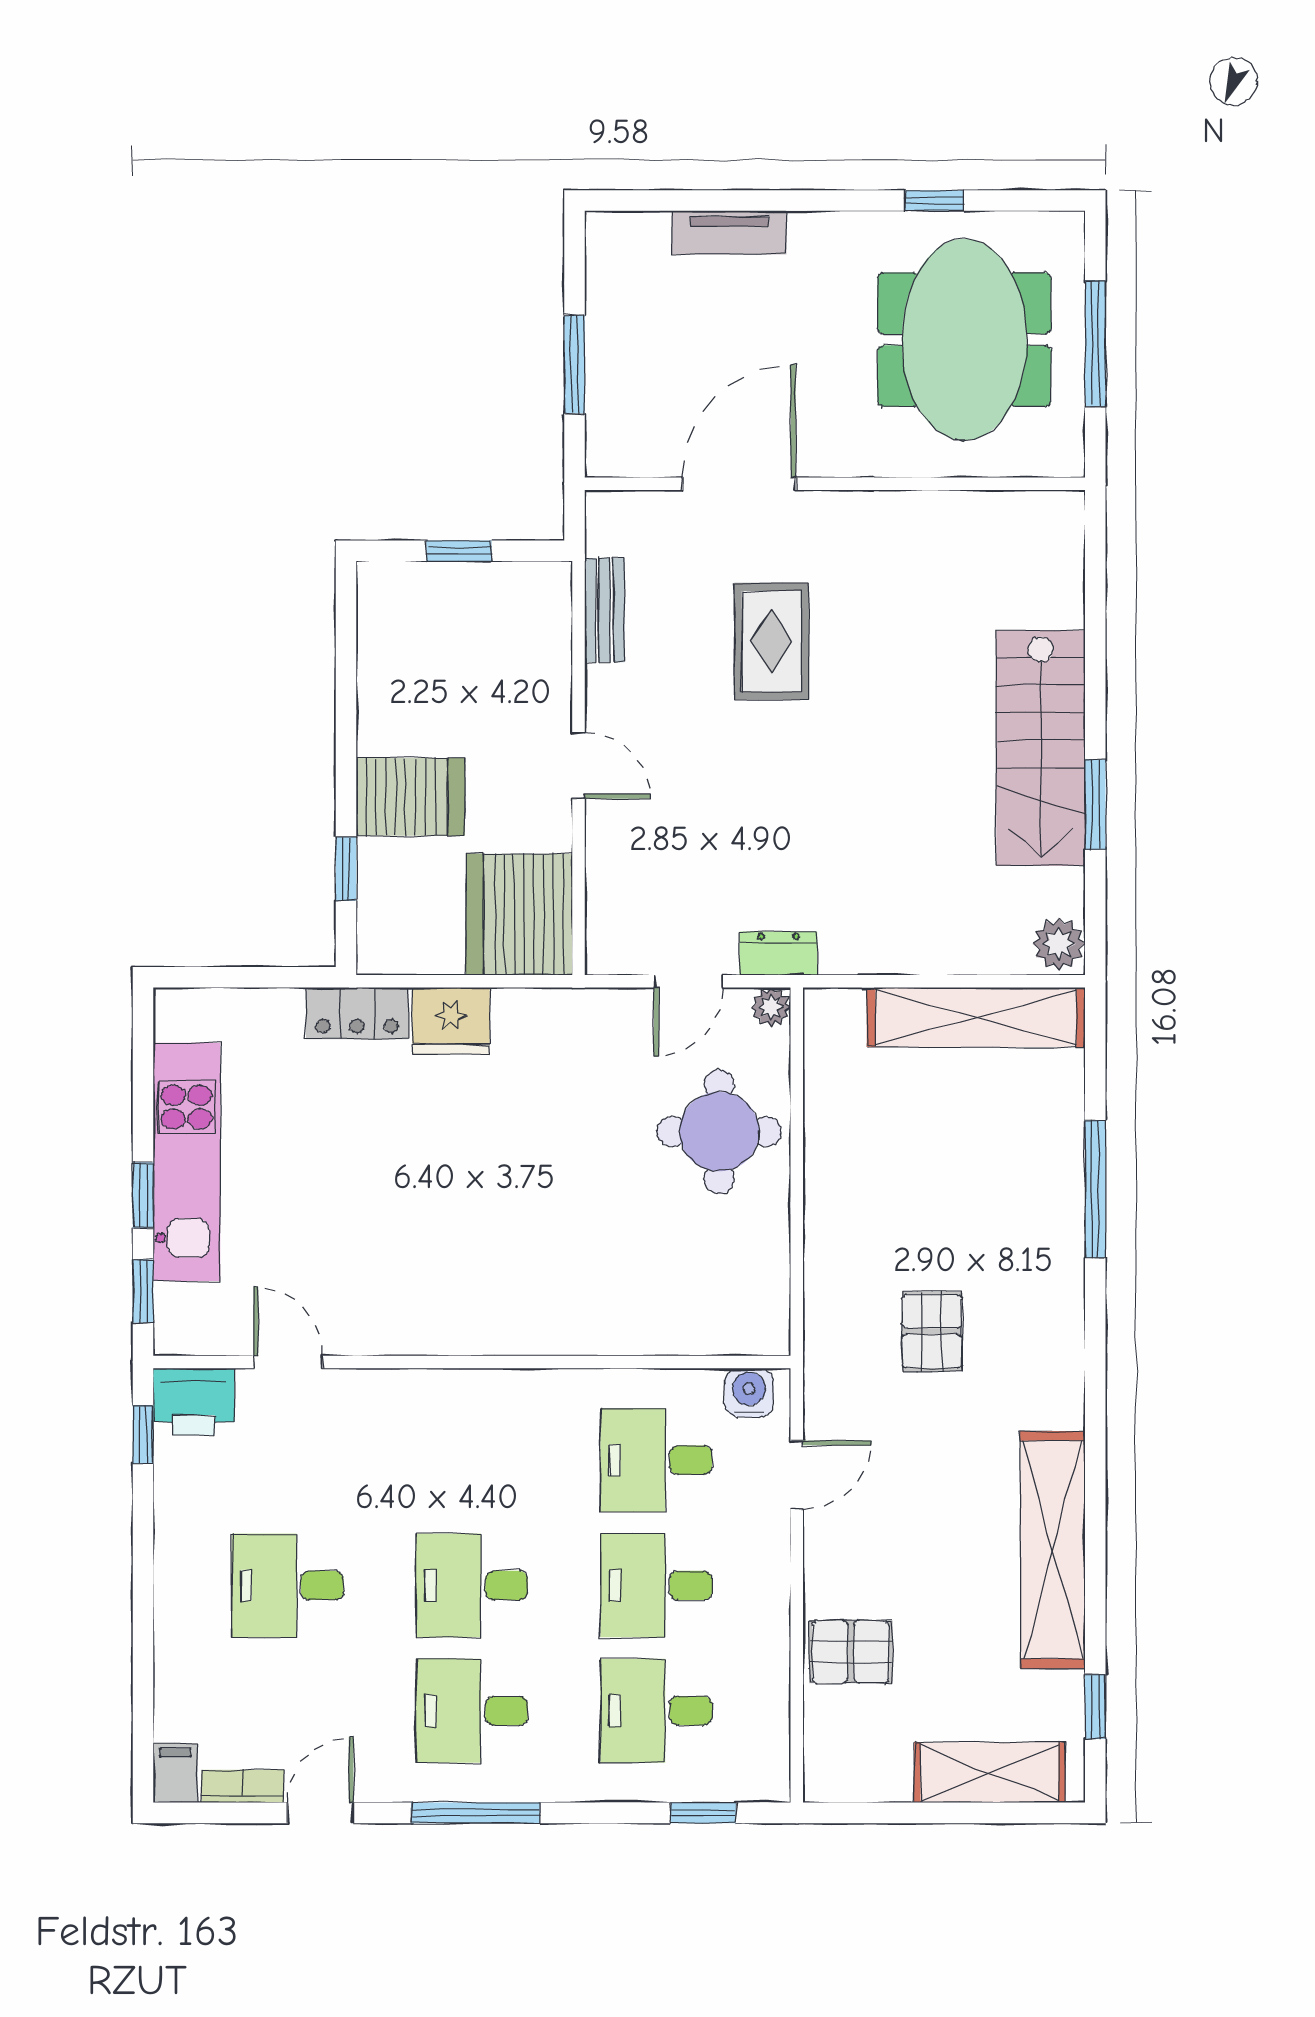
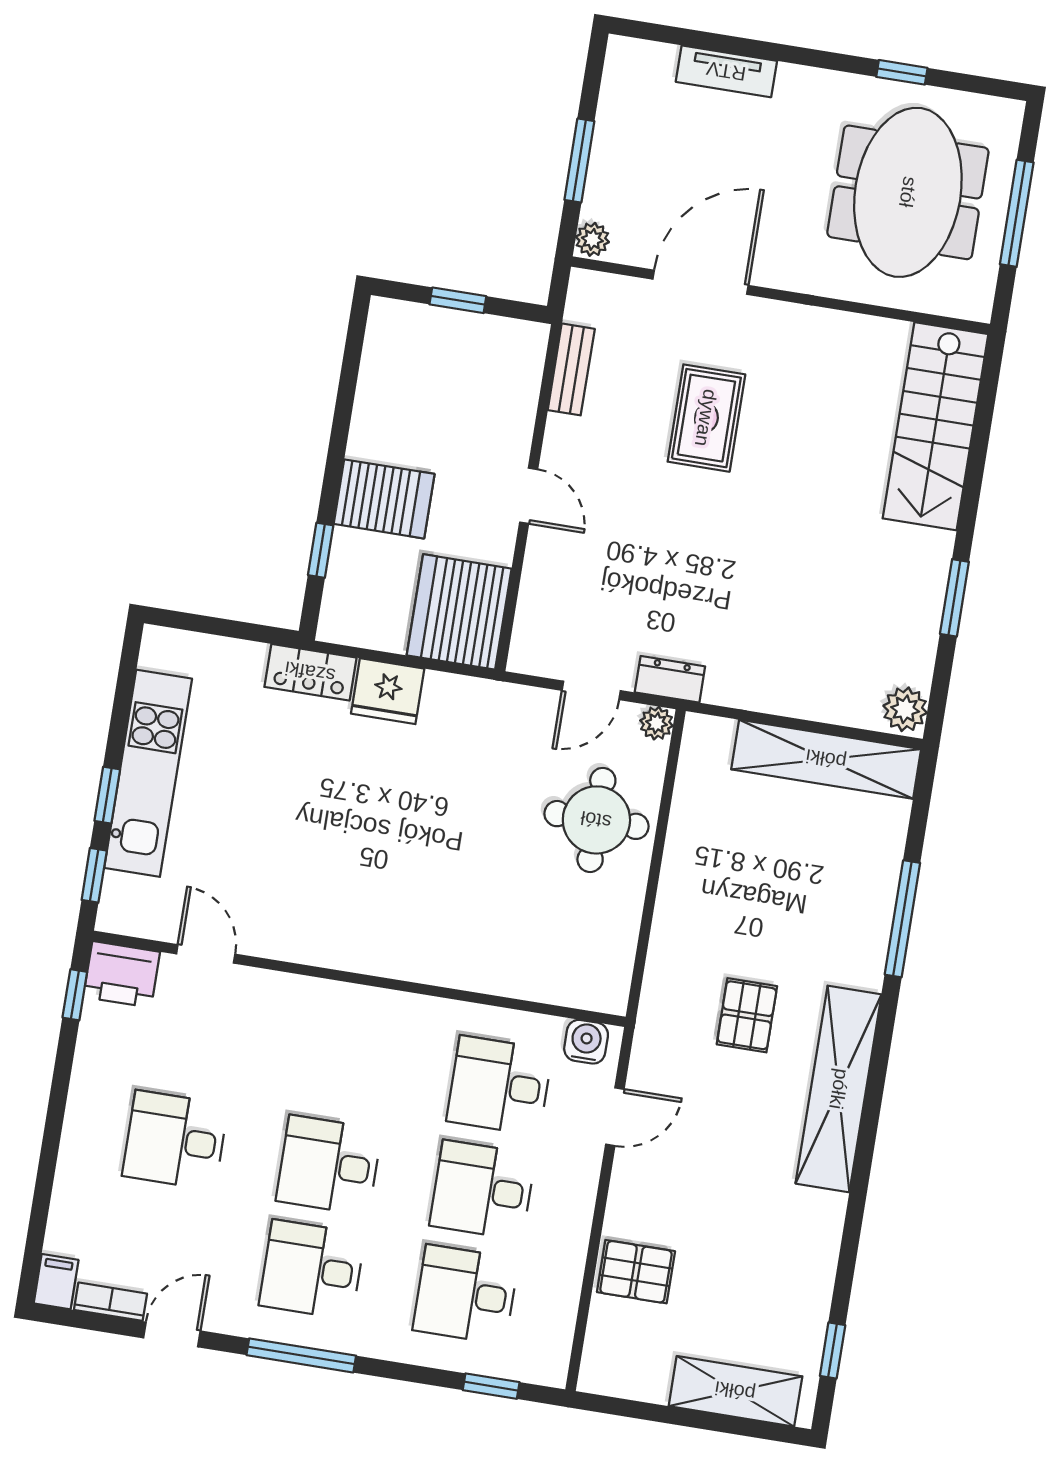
plant: (605, 454) -> (592, 239), added
stairs: (1041, 748) -> (936, 426), moved
shelving: (1053, 1550) -> (839, 1089), moved

